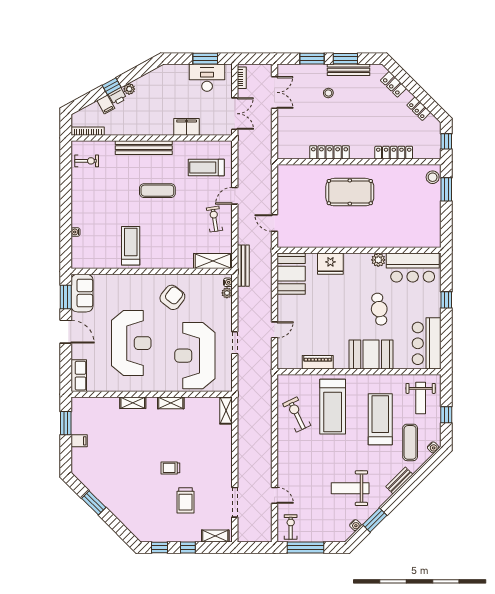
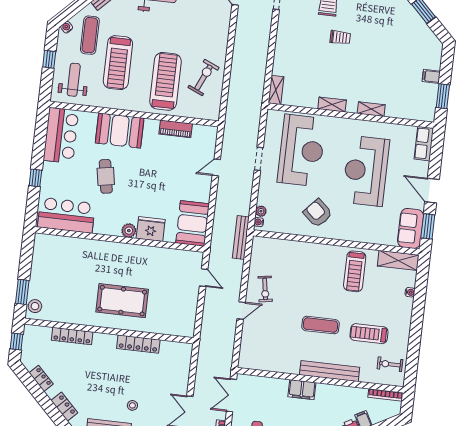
filing cabinet: (187, 127) -> (302, 390), moved
treadmill: (206, 168) -> (369, 334), moved, turned 180
plant: (378, 260) -> (129, 231), moved
shelving: (213, 261) -> (398, 260), moved
armchair: (172, 297) -> (318, 213), turned 94
exercise bike: (297, 414) -> (204, 77), turned -130

